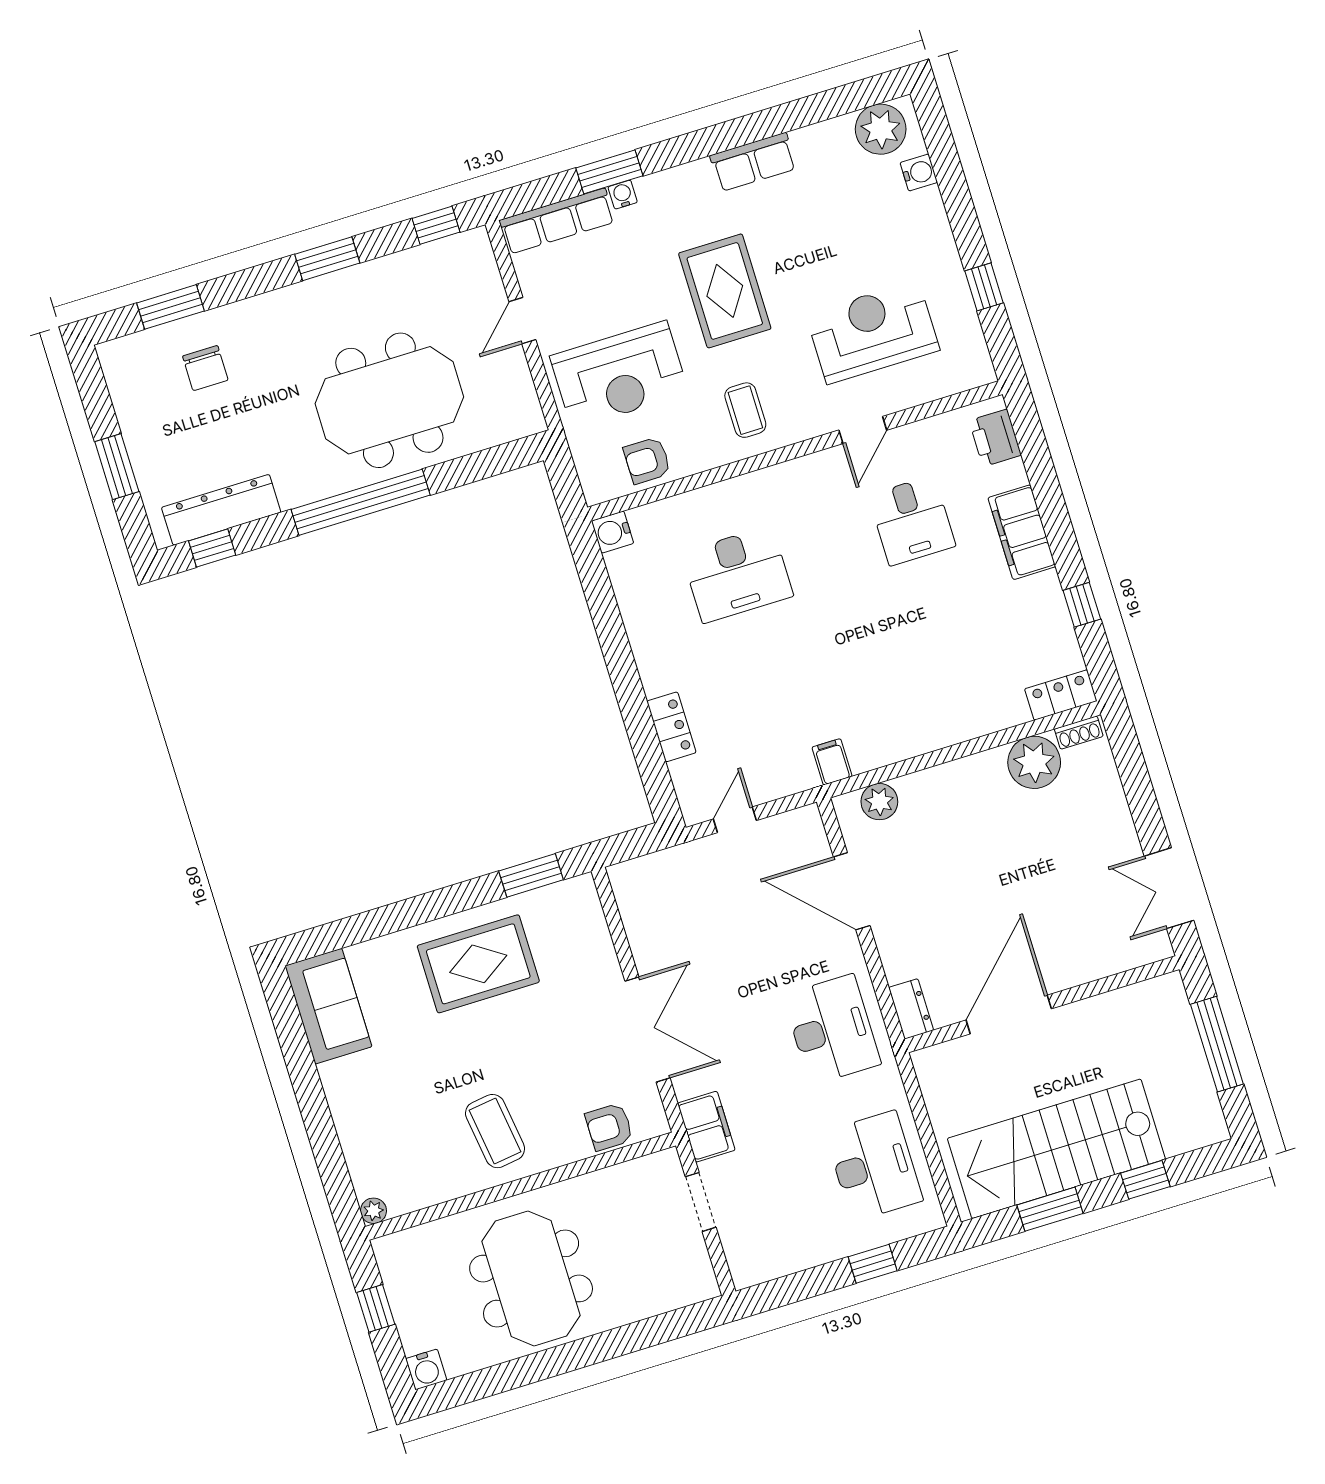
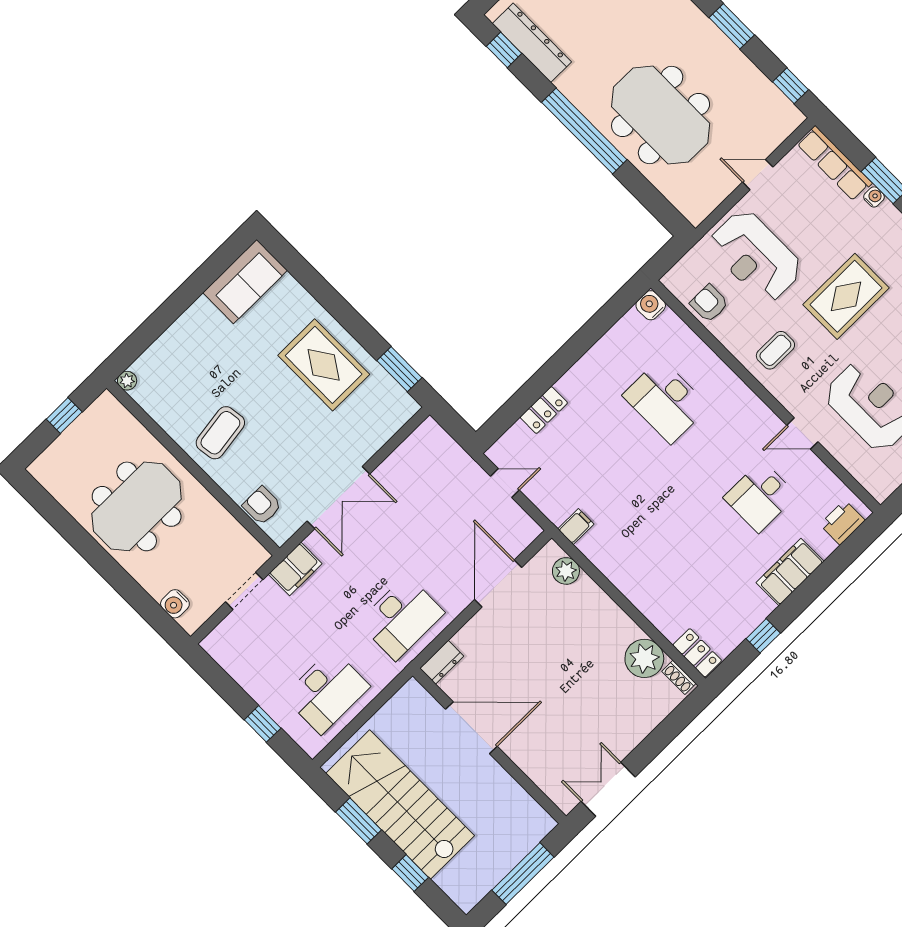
water cooler: (426, 1369) -> (175, 604), moved

